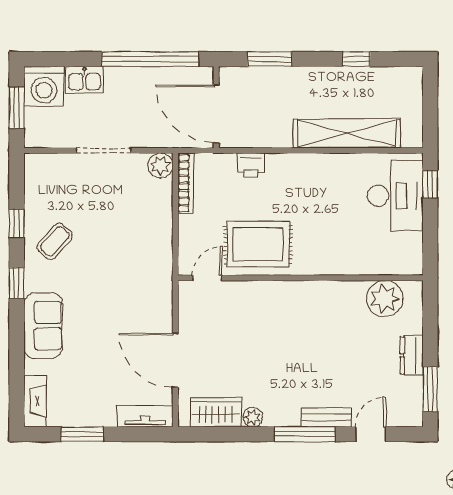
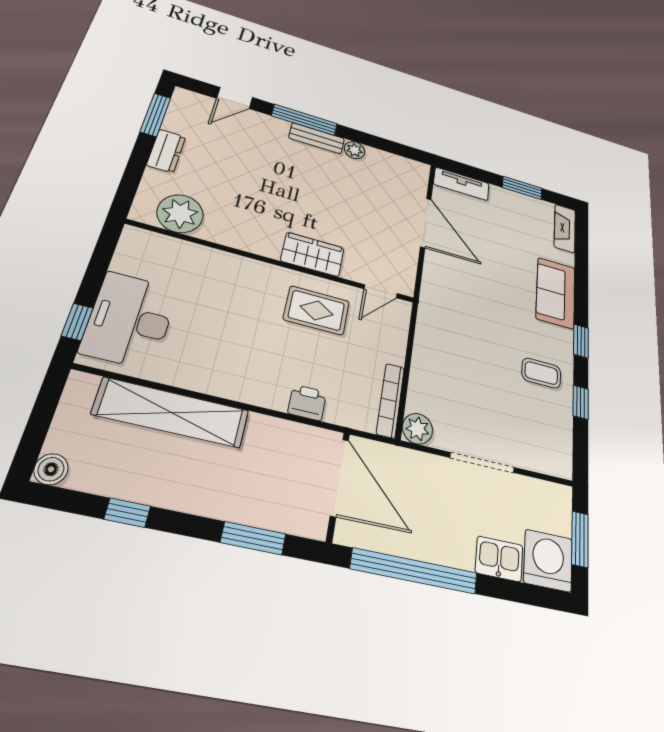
boiler: (413, 77) -> (51, 469), added
coffee table: (55, 241) -> (541, 373), turned 48
rug: (258, 244) -> (317, 310), width x0.73, depth x0.70
wardrobe: (216, 412) -> (313, 254), moved, turned 180
bench: (327, 417) -> (317, 138), moved

